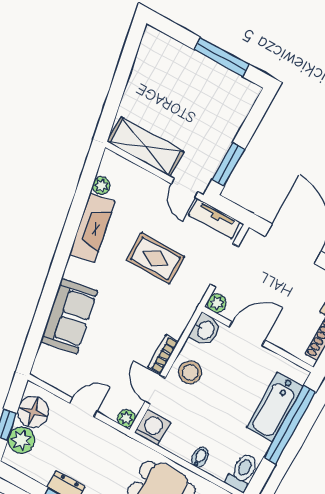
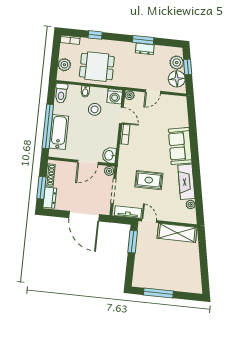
sofa: (69, 316) -> (180, 146), moved
stool: (190, 372) -> (95, 109), moved

